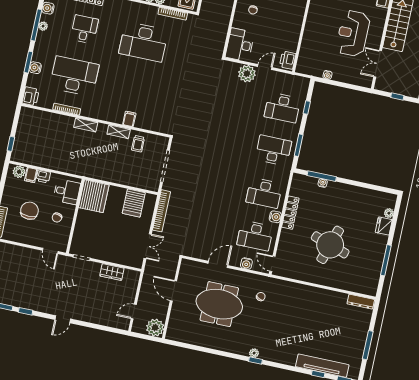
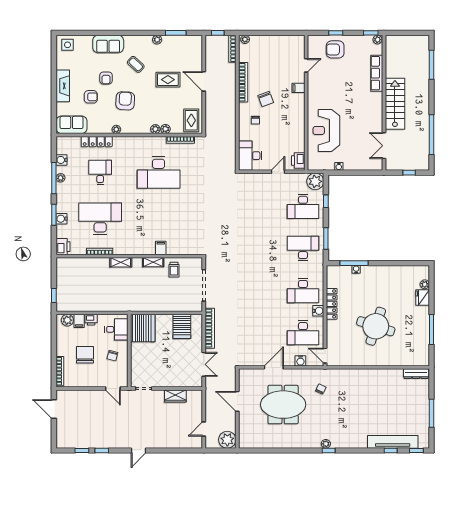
reception desk: (353, 33) -> (326, 130), moved
plant: (247, 74) -> (315, 181), moved

